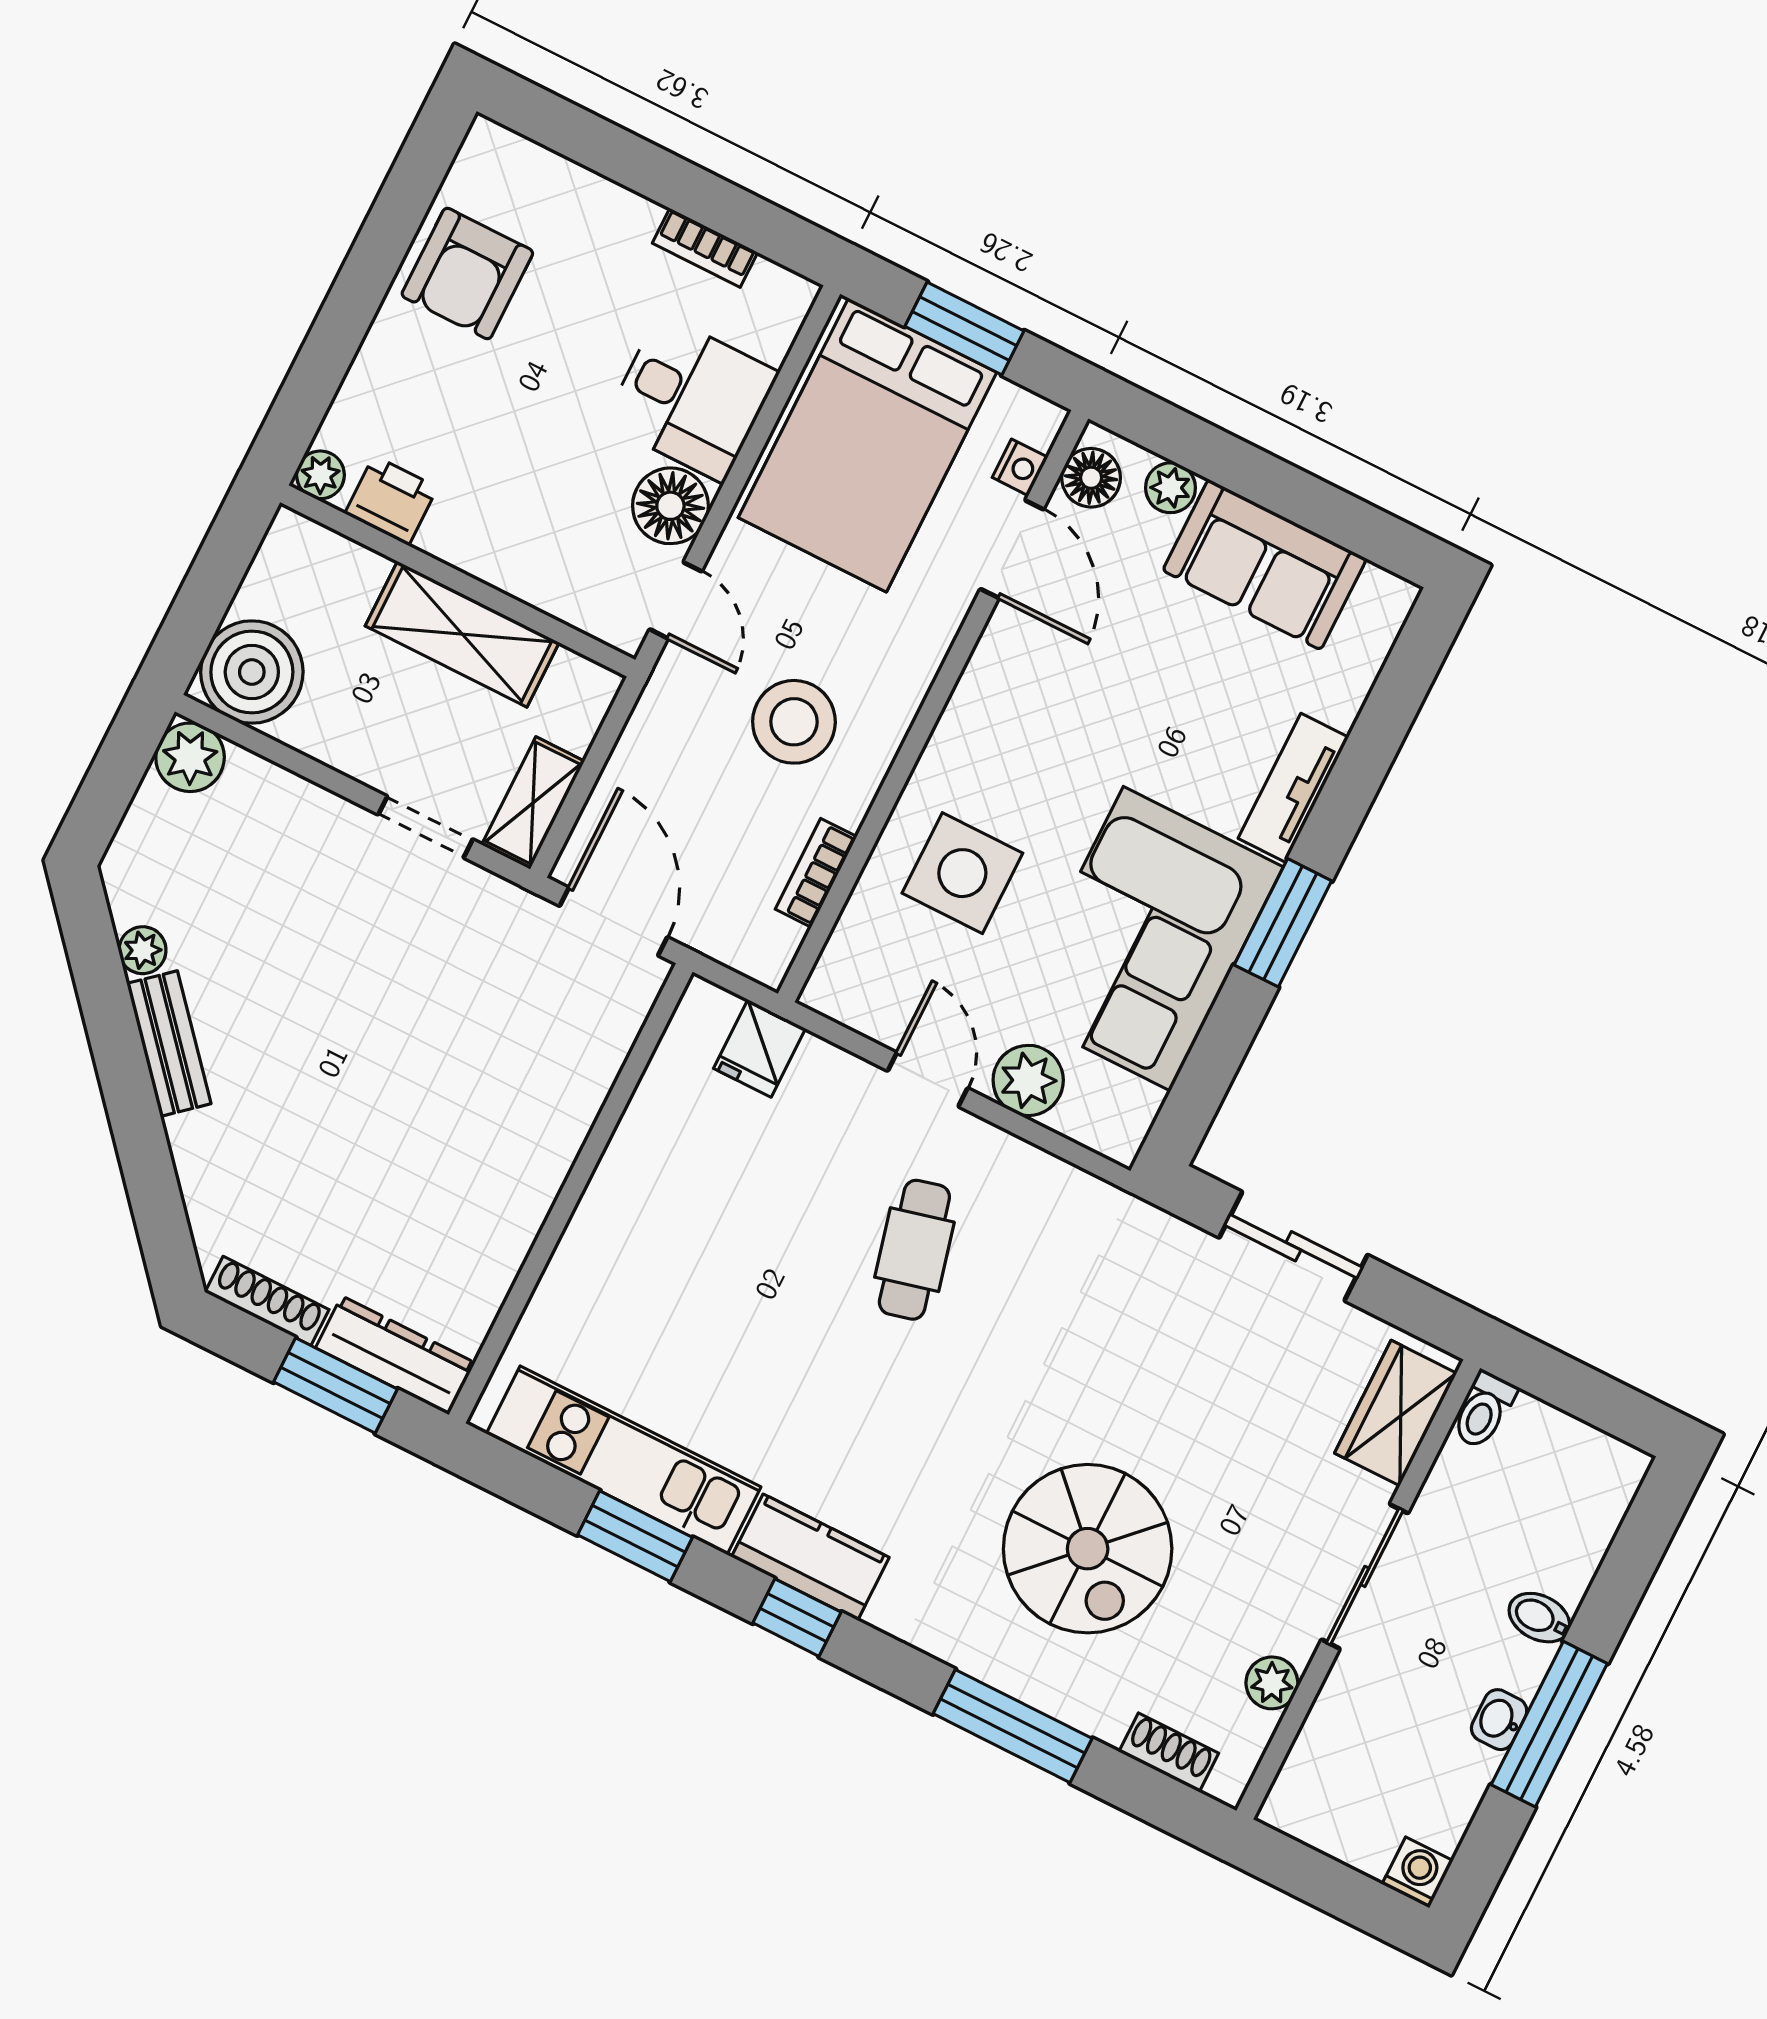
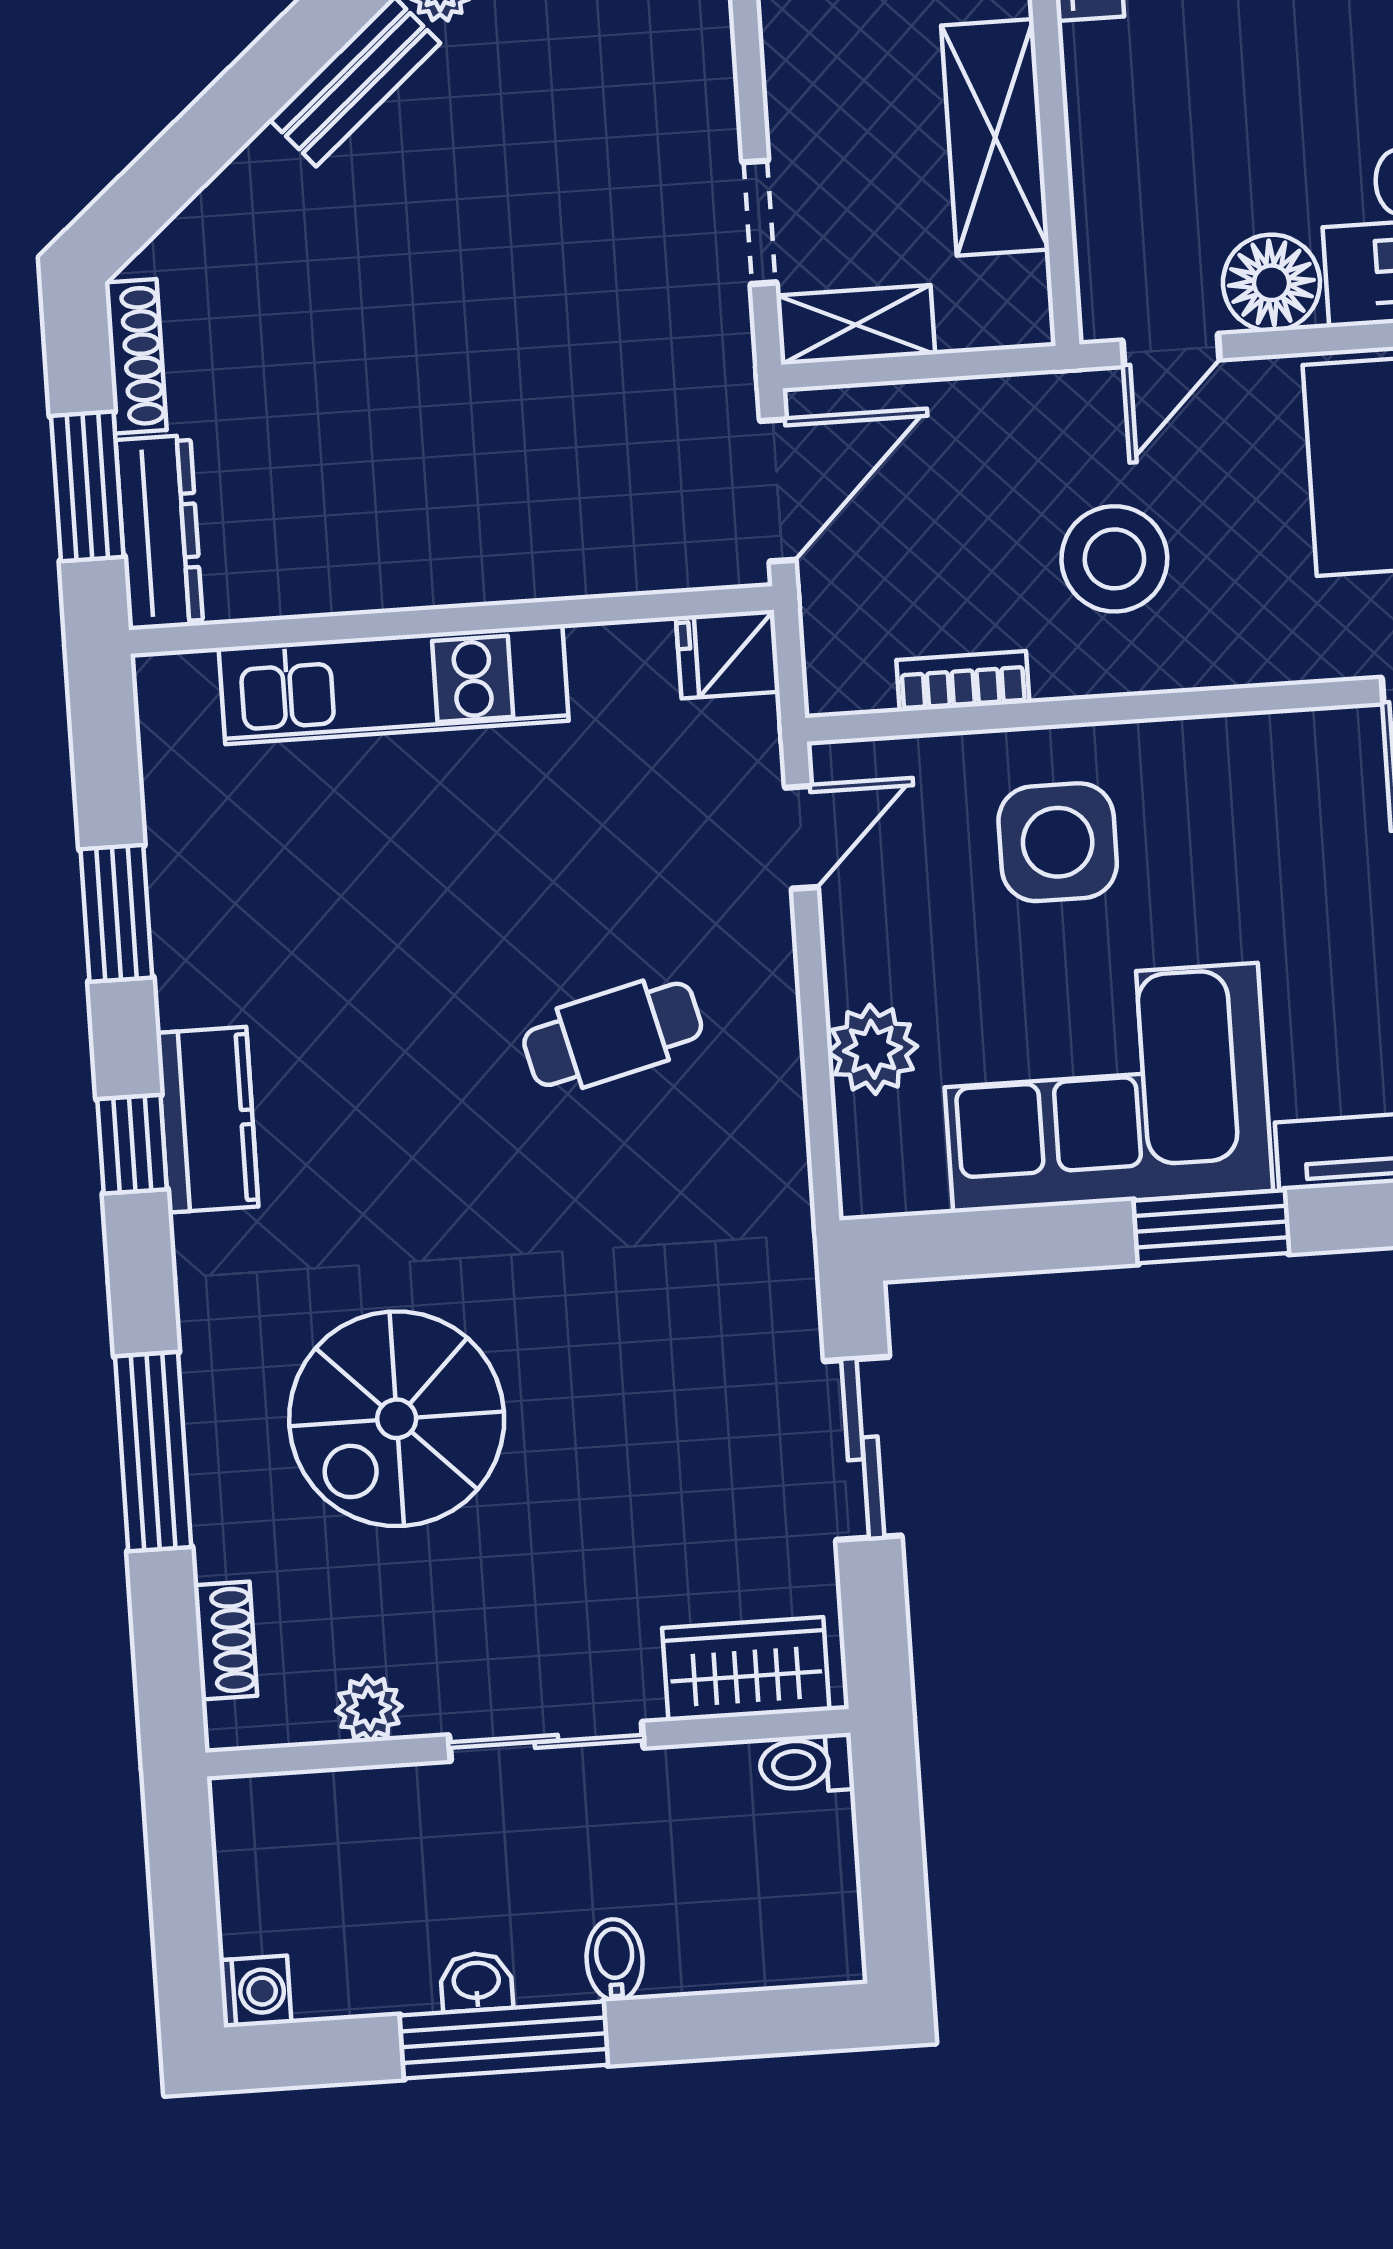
fridge: (759, 1048) -> (728, 654), moved
door: (928, 1080) -> (801, 837), moved
kitchen unit: (624, 1460) -> (394, 684), moved, turned 90

